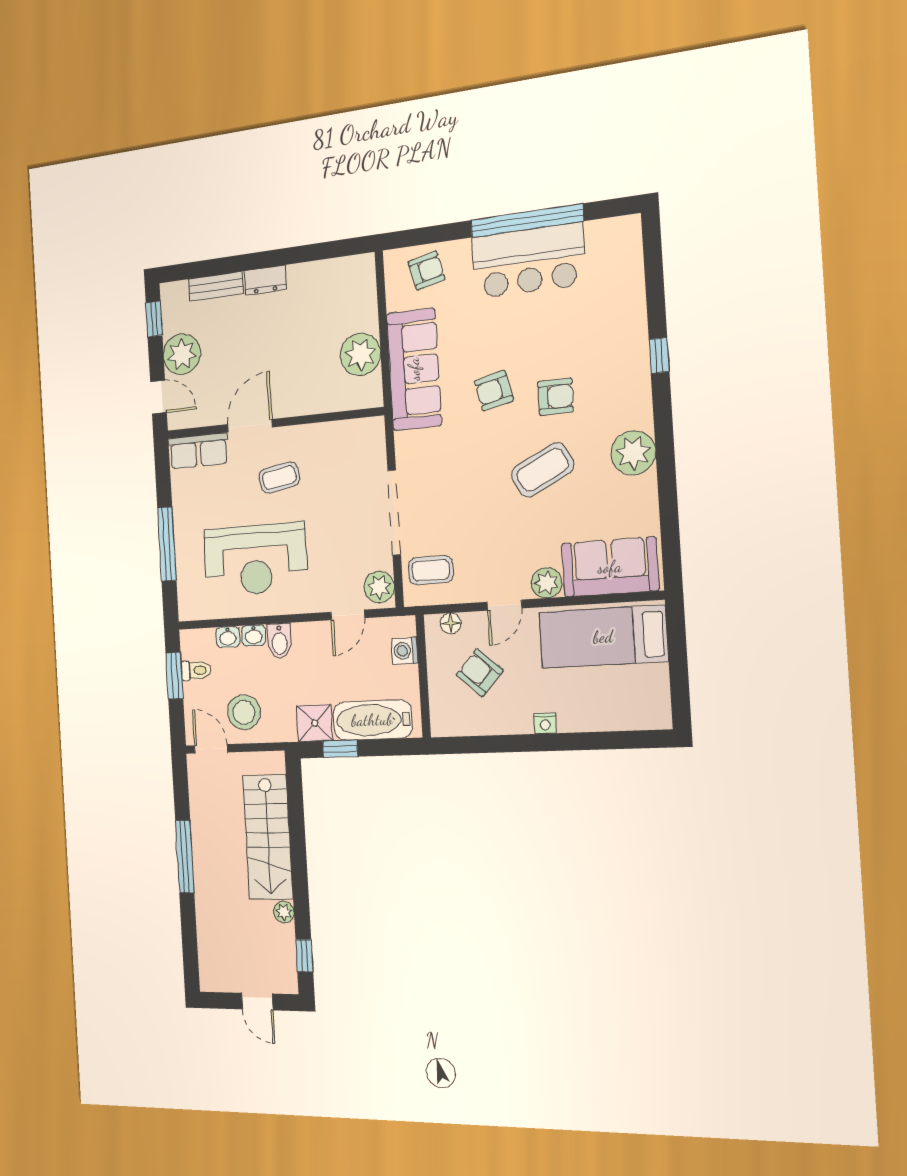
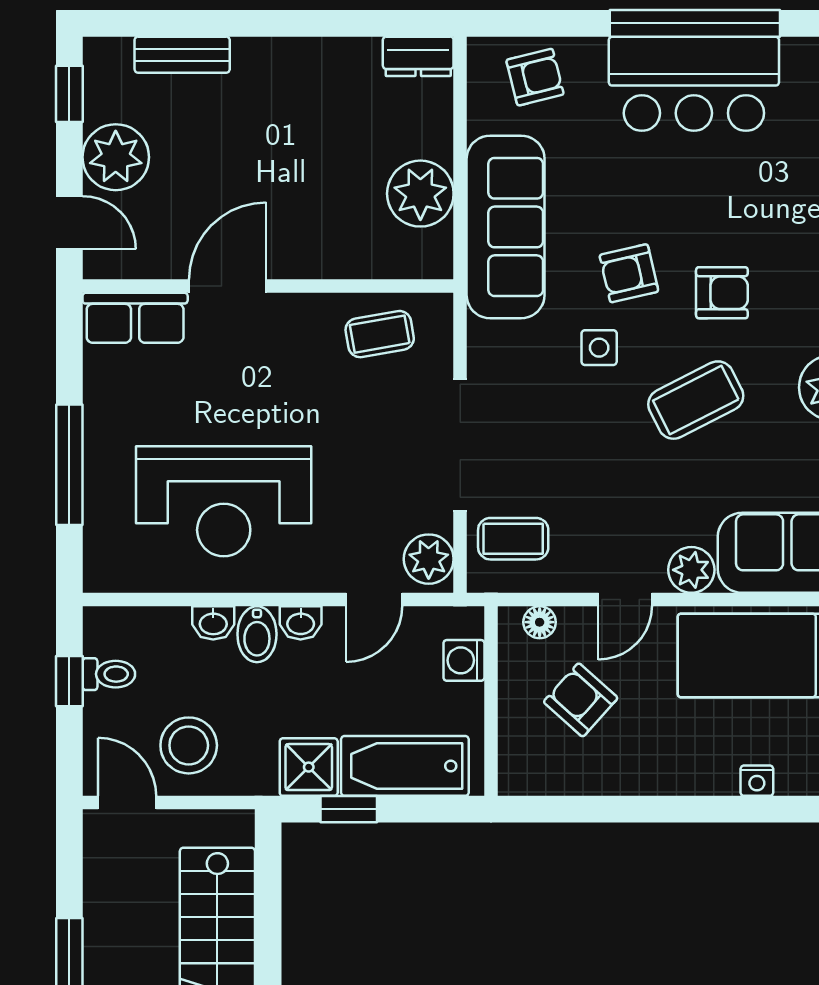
dresser: (265, 280) -> (418, 56), moved
side table: (478, 441) -> (599, 348), added
coffee table: (279, 478) -> (380, 334), moved
washbasin: (228, 637) -> (301, 623), moved
window: (174, 676) -> (69, 681), width x0.67
nightstand: (545, 723) -> (757, 781), moved

